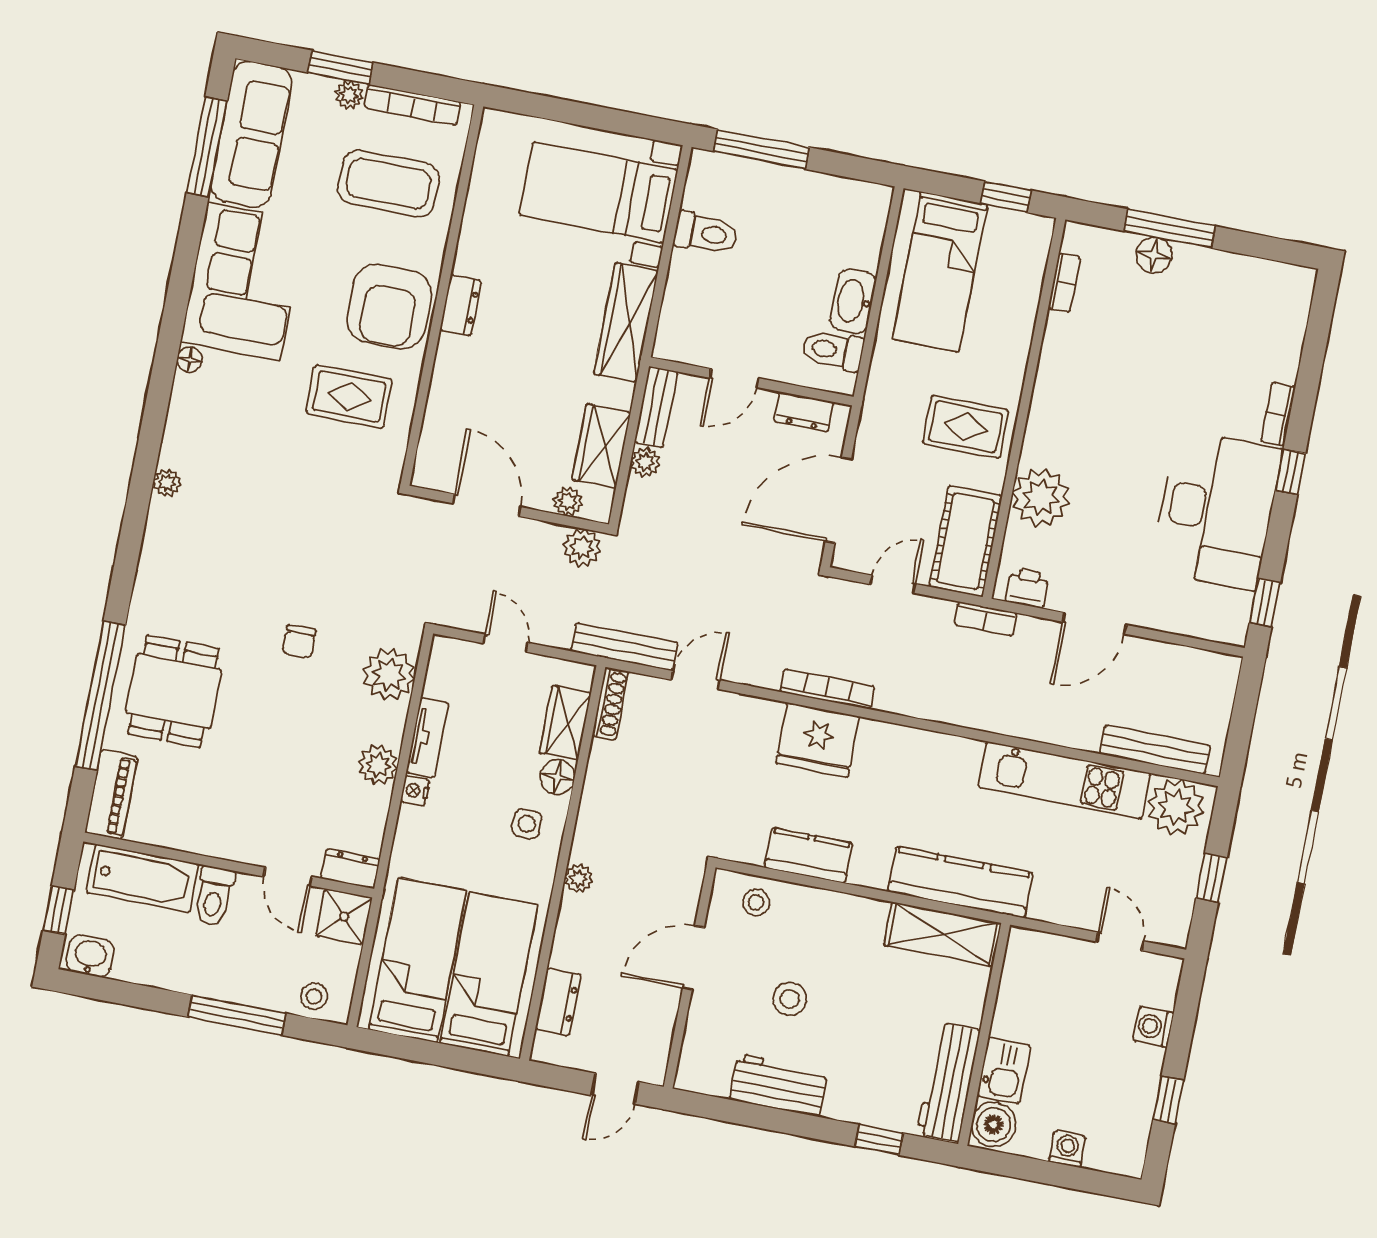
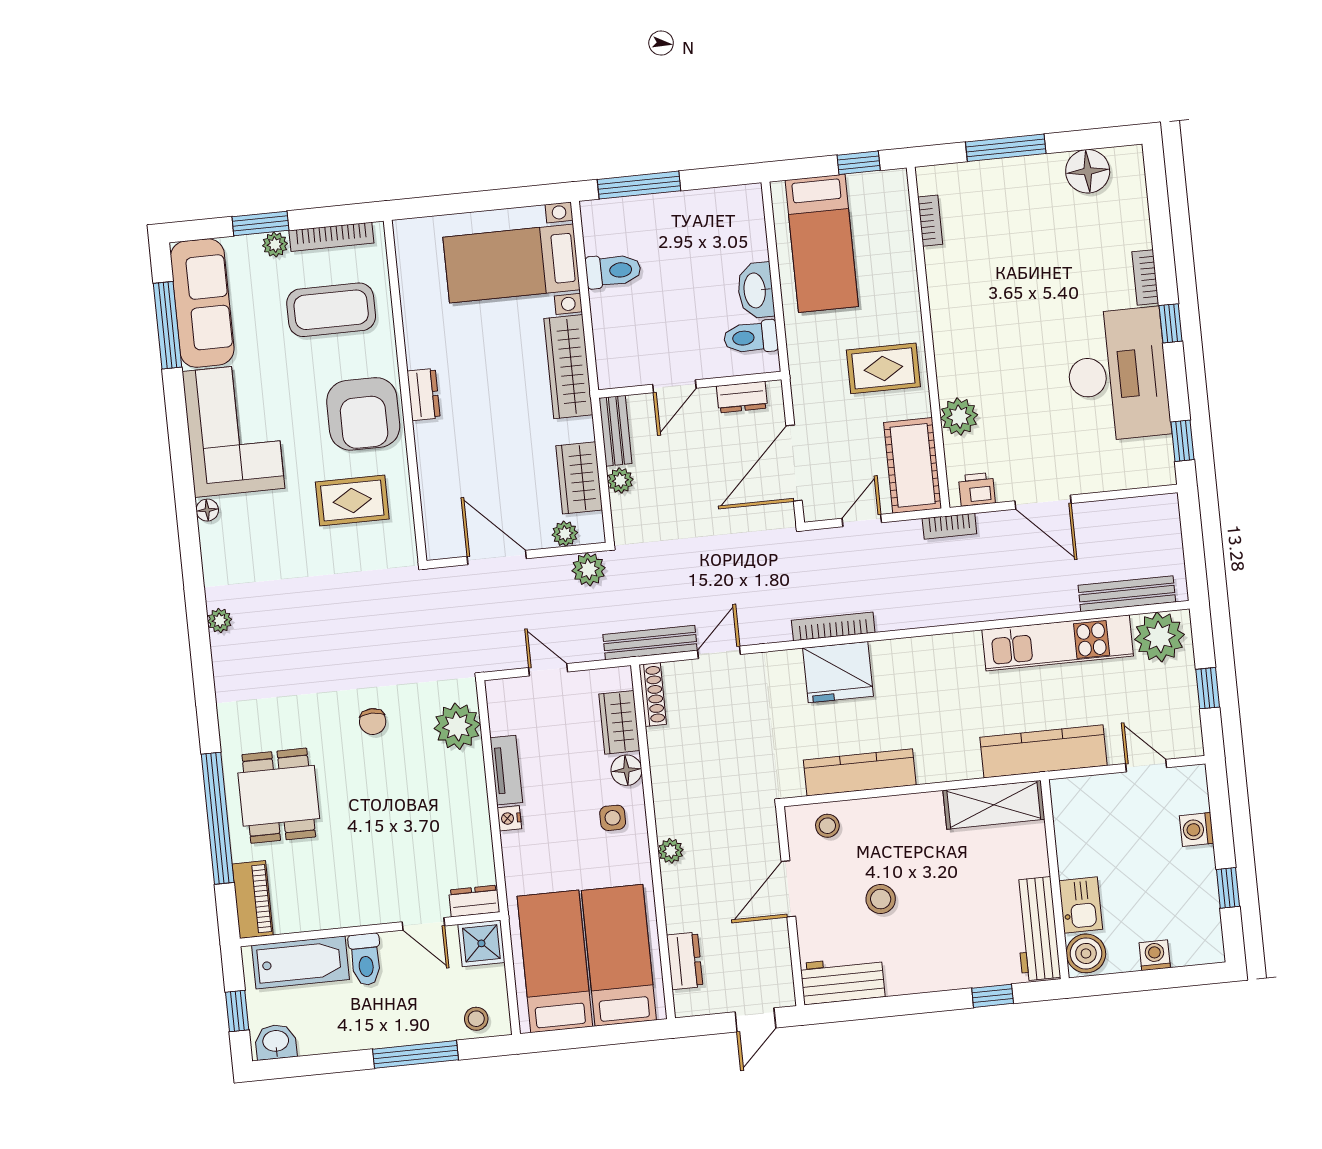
floor lamp: (1154, 255) -> (1088, 171), moved, width x1.38, depth x1.38
plant: (1041, 497) -> (959, 417), width x0.73, depth x0.73
door: (1094, 623) -> (1043, 502), hinge flipped
plant: (378, 765) -> (471, 806), removed
kitchen counter: (808, 855) -> (860, 772), width x1.50
kitchen counter: (960, 882) -> (1043, 751), moved
workbench: (779, 1085) -> (842, 980), moved

